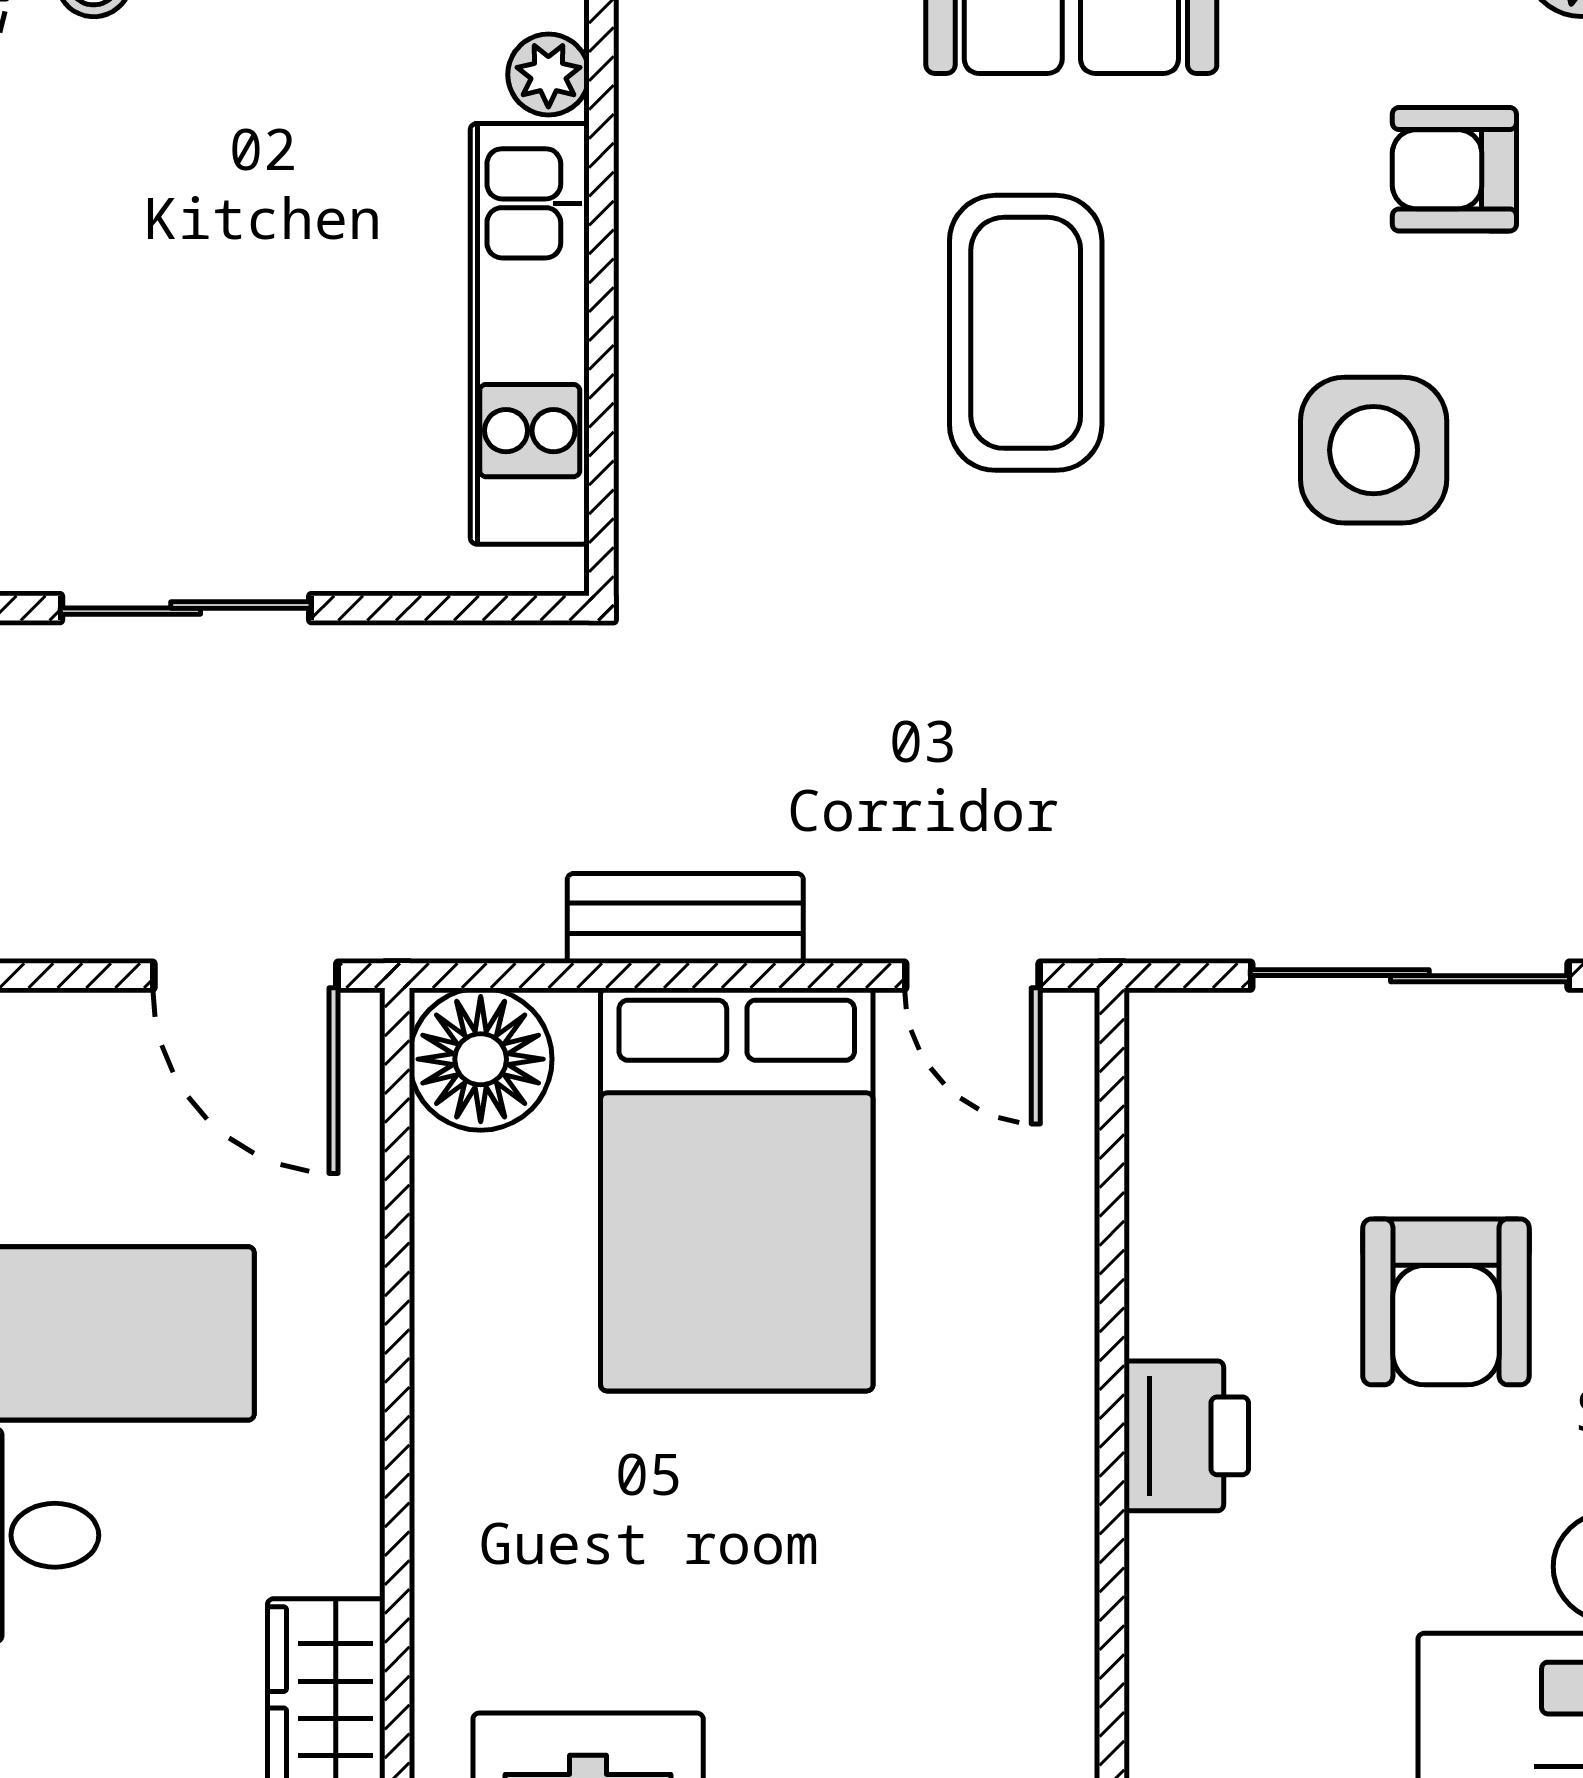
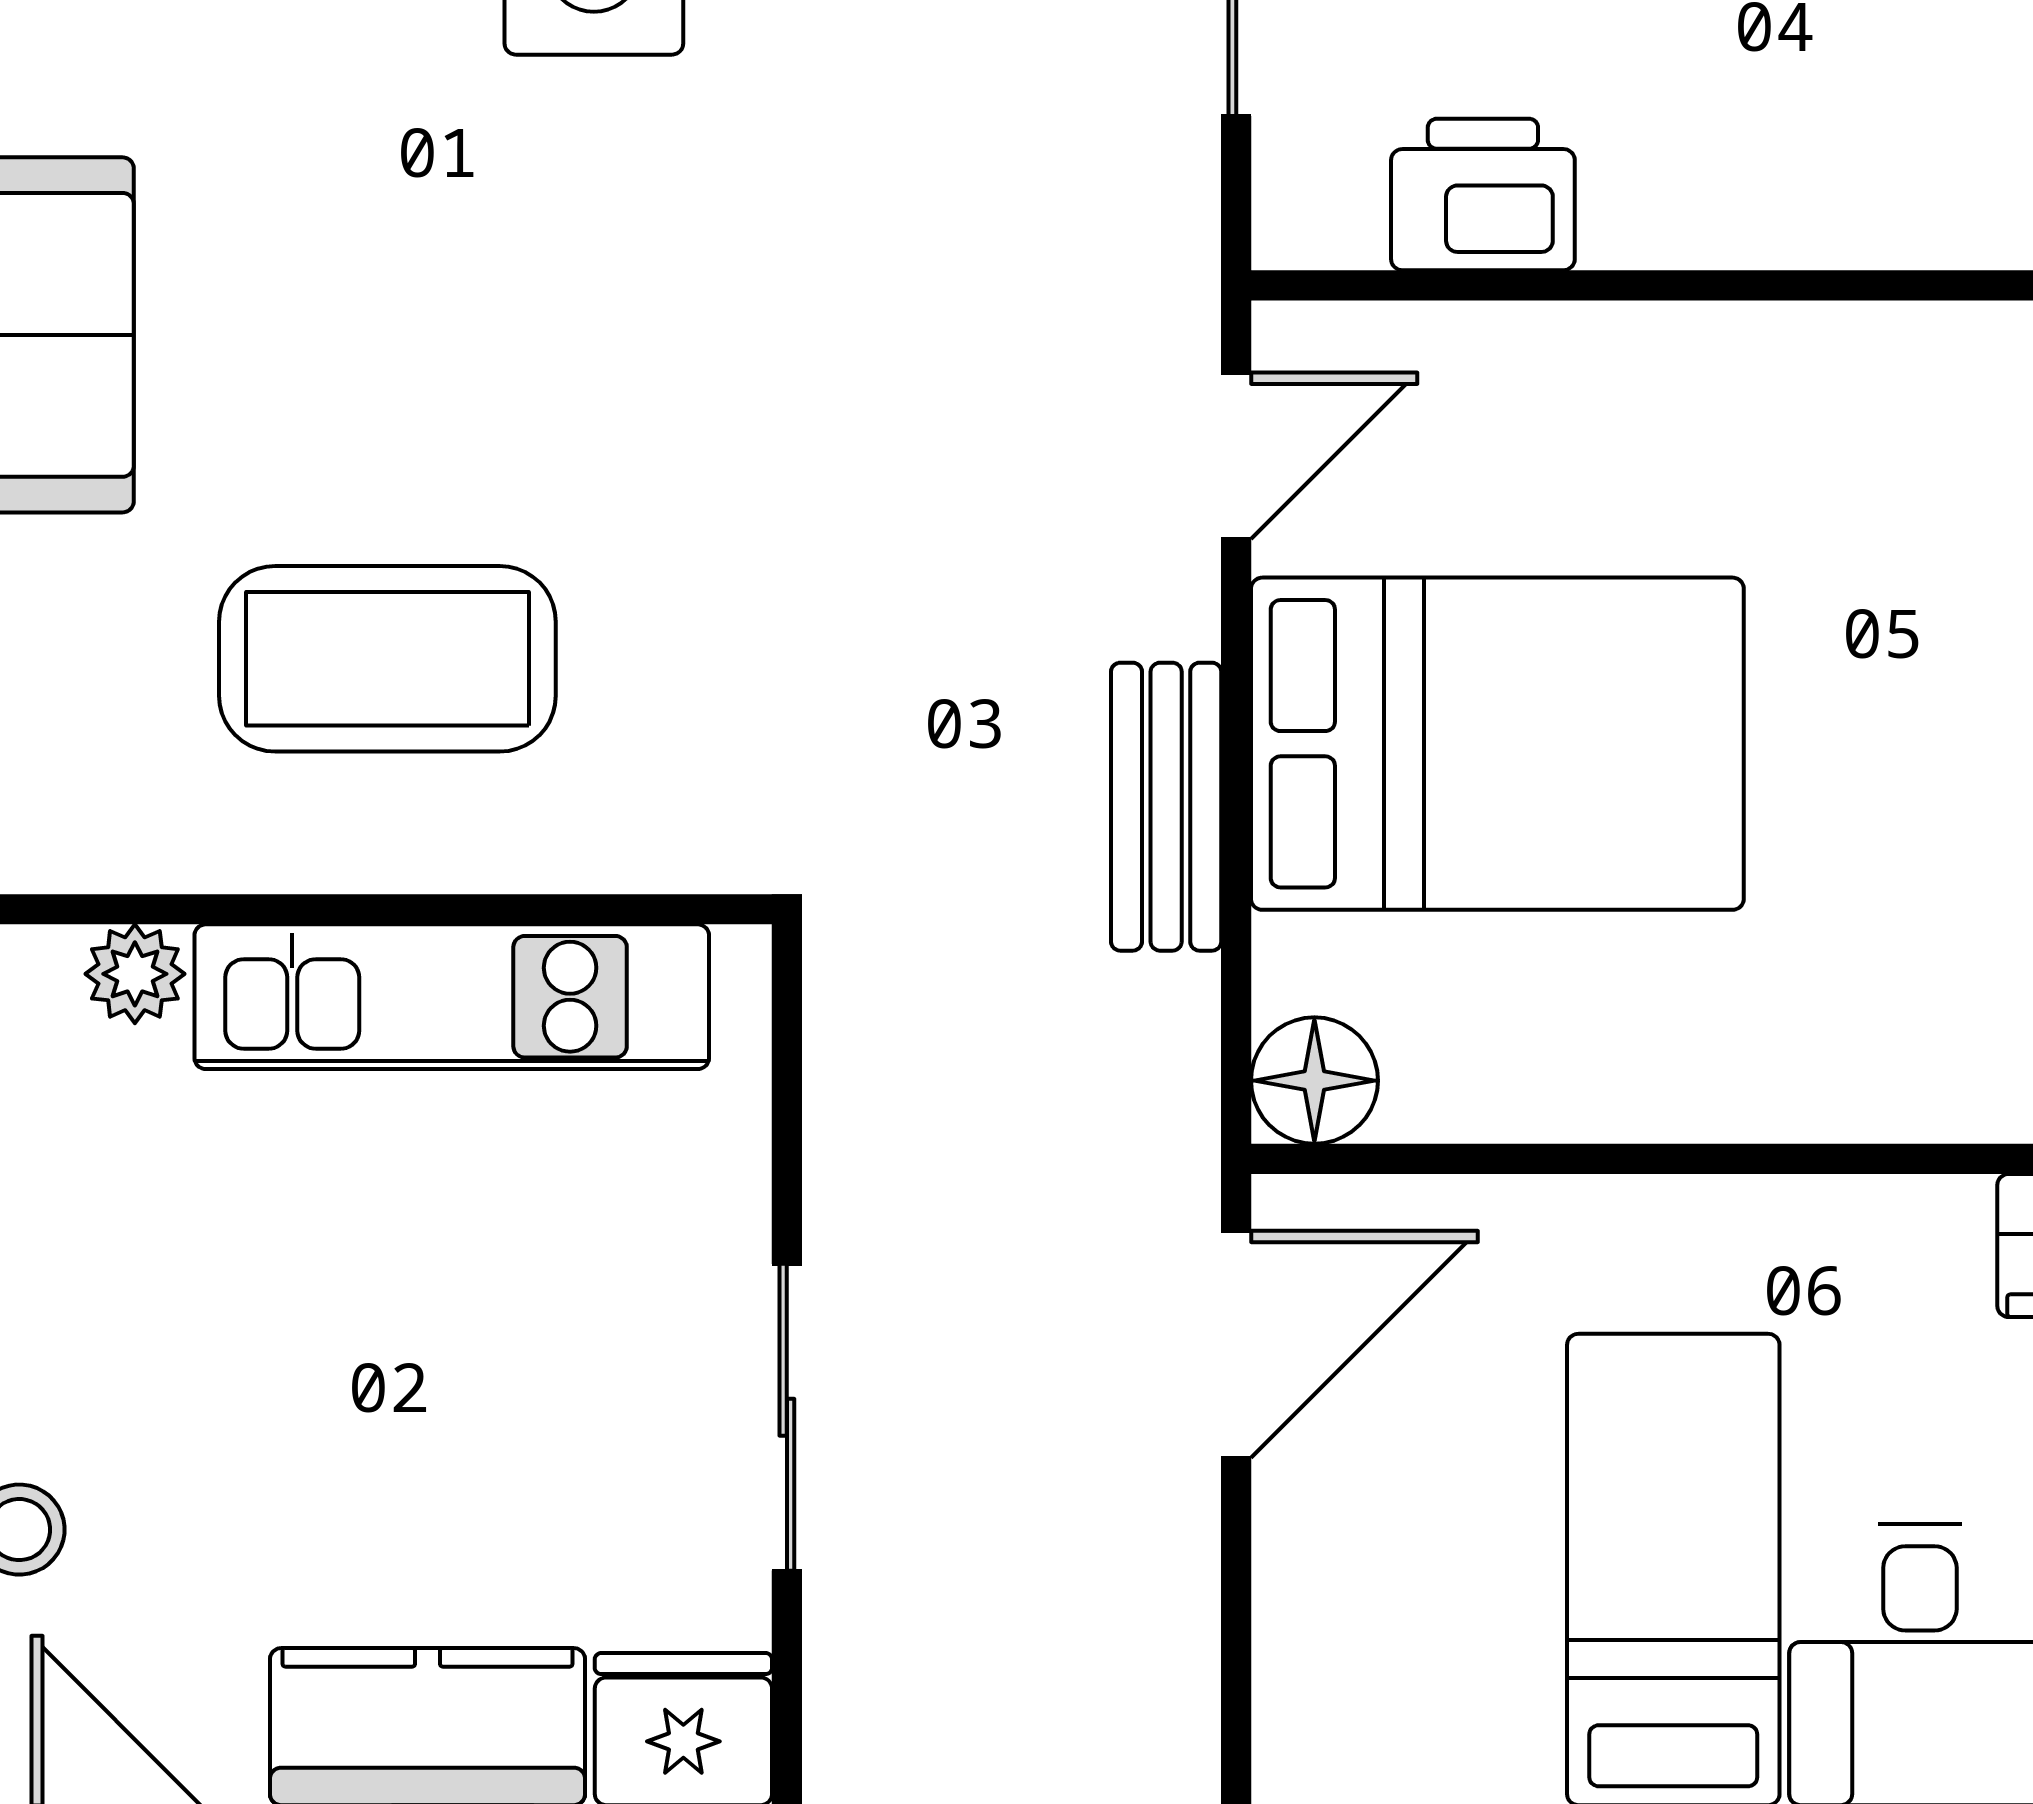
coffee table: (1026, 333) -> (387, 659), moved
floor lamp: (481, 1059) -> (1314, 1081), width x0.73, depth x0.73
printer: (1186, 1436) -> (1483, 194), moved

